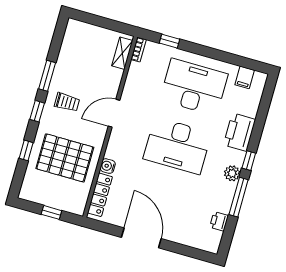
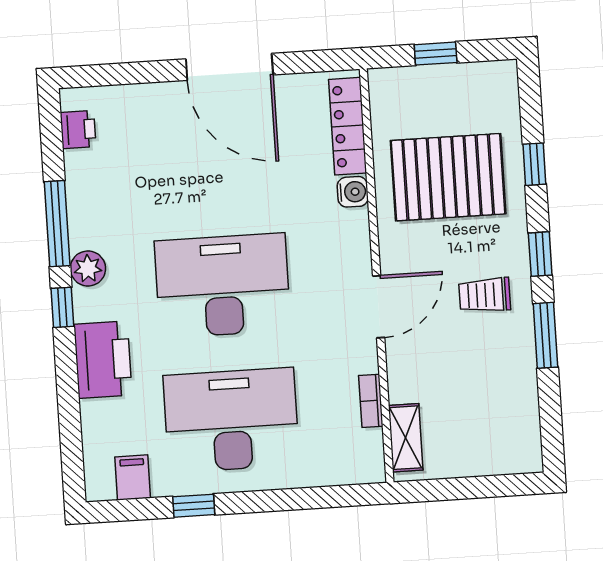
window: (170, 41) -> (194, 506), moved
bookcase: (139, 50) -> (371, 401), moved
desk: (194, 87) -> (231, 420), turned 180
printer: (219, 221) -> (78, 130), moved

